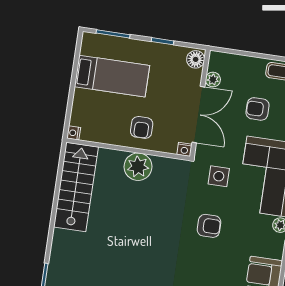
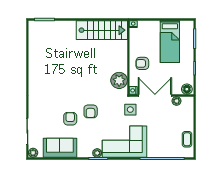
armchair: (258, 109) -> (70, 119), moved
double door: (198, 115) -> (155, 95), swing flipped
plant: (138, 167) -> (119, 80), moved
side table: (219, 176) -> (130, 110), moved

